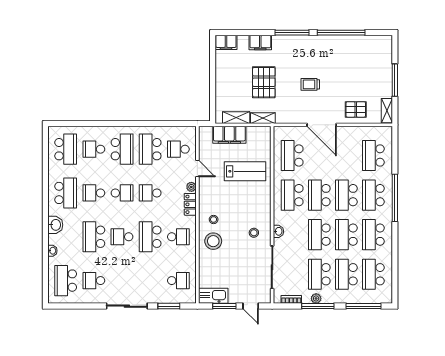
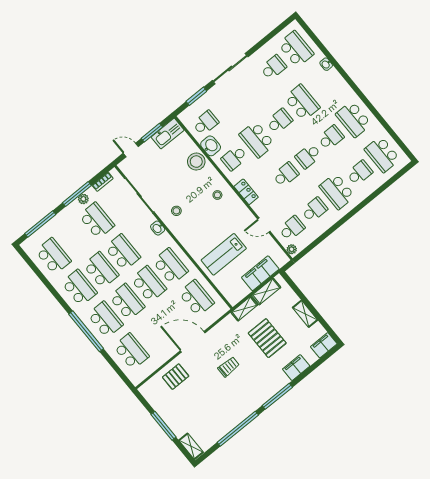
shelving: (221, 77) -> (305, 314), added
shelving: (387, 111) -> (191, 446), moved
school desk: (150, 149) -> (314, 210), width x0.54
plant: (191, 187) -> (292, 249), moved
washbasin: (55, 225) -> (211, 146), moved, turned 180
school desk: (150, 237) -> (257, 140), turned 180
stool: (213, 241) -> (196, 162), moved
school desk: (346, 274) -> (75, 238), removed
school desk: (178, 281) -> (206, 123), turned 180

